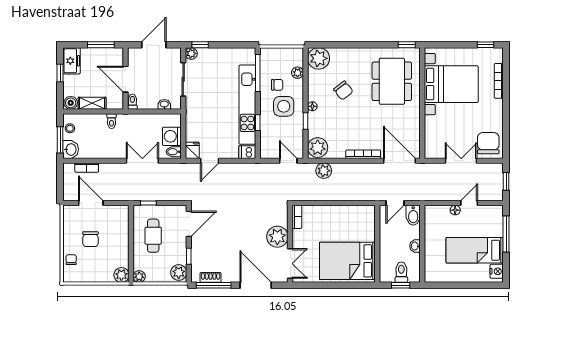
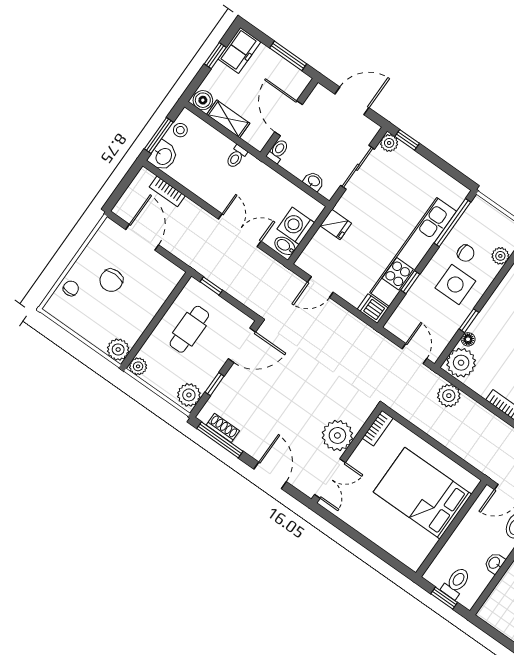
floor lamp: (312, 106) -> (468, 339), moved
fridge: (192, 150) -> (336, 224), moved, turned 90
bed: (347, 261) -> (422, 493), moved
door: (256, 285) -> (270, 475), width x0.73

